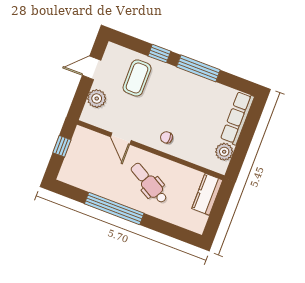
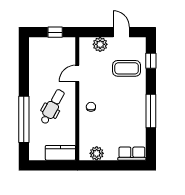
window: (159, 54) -> (151, 61), moved
row of seats: (237, 118) -> (132, 154), width x0.68
window: (114, 208) -> (24, 119), moved

